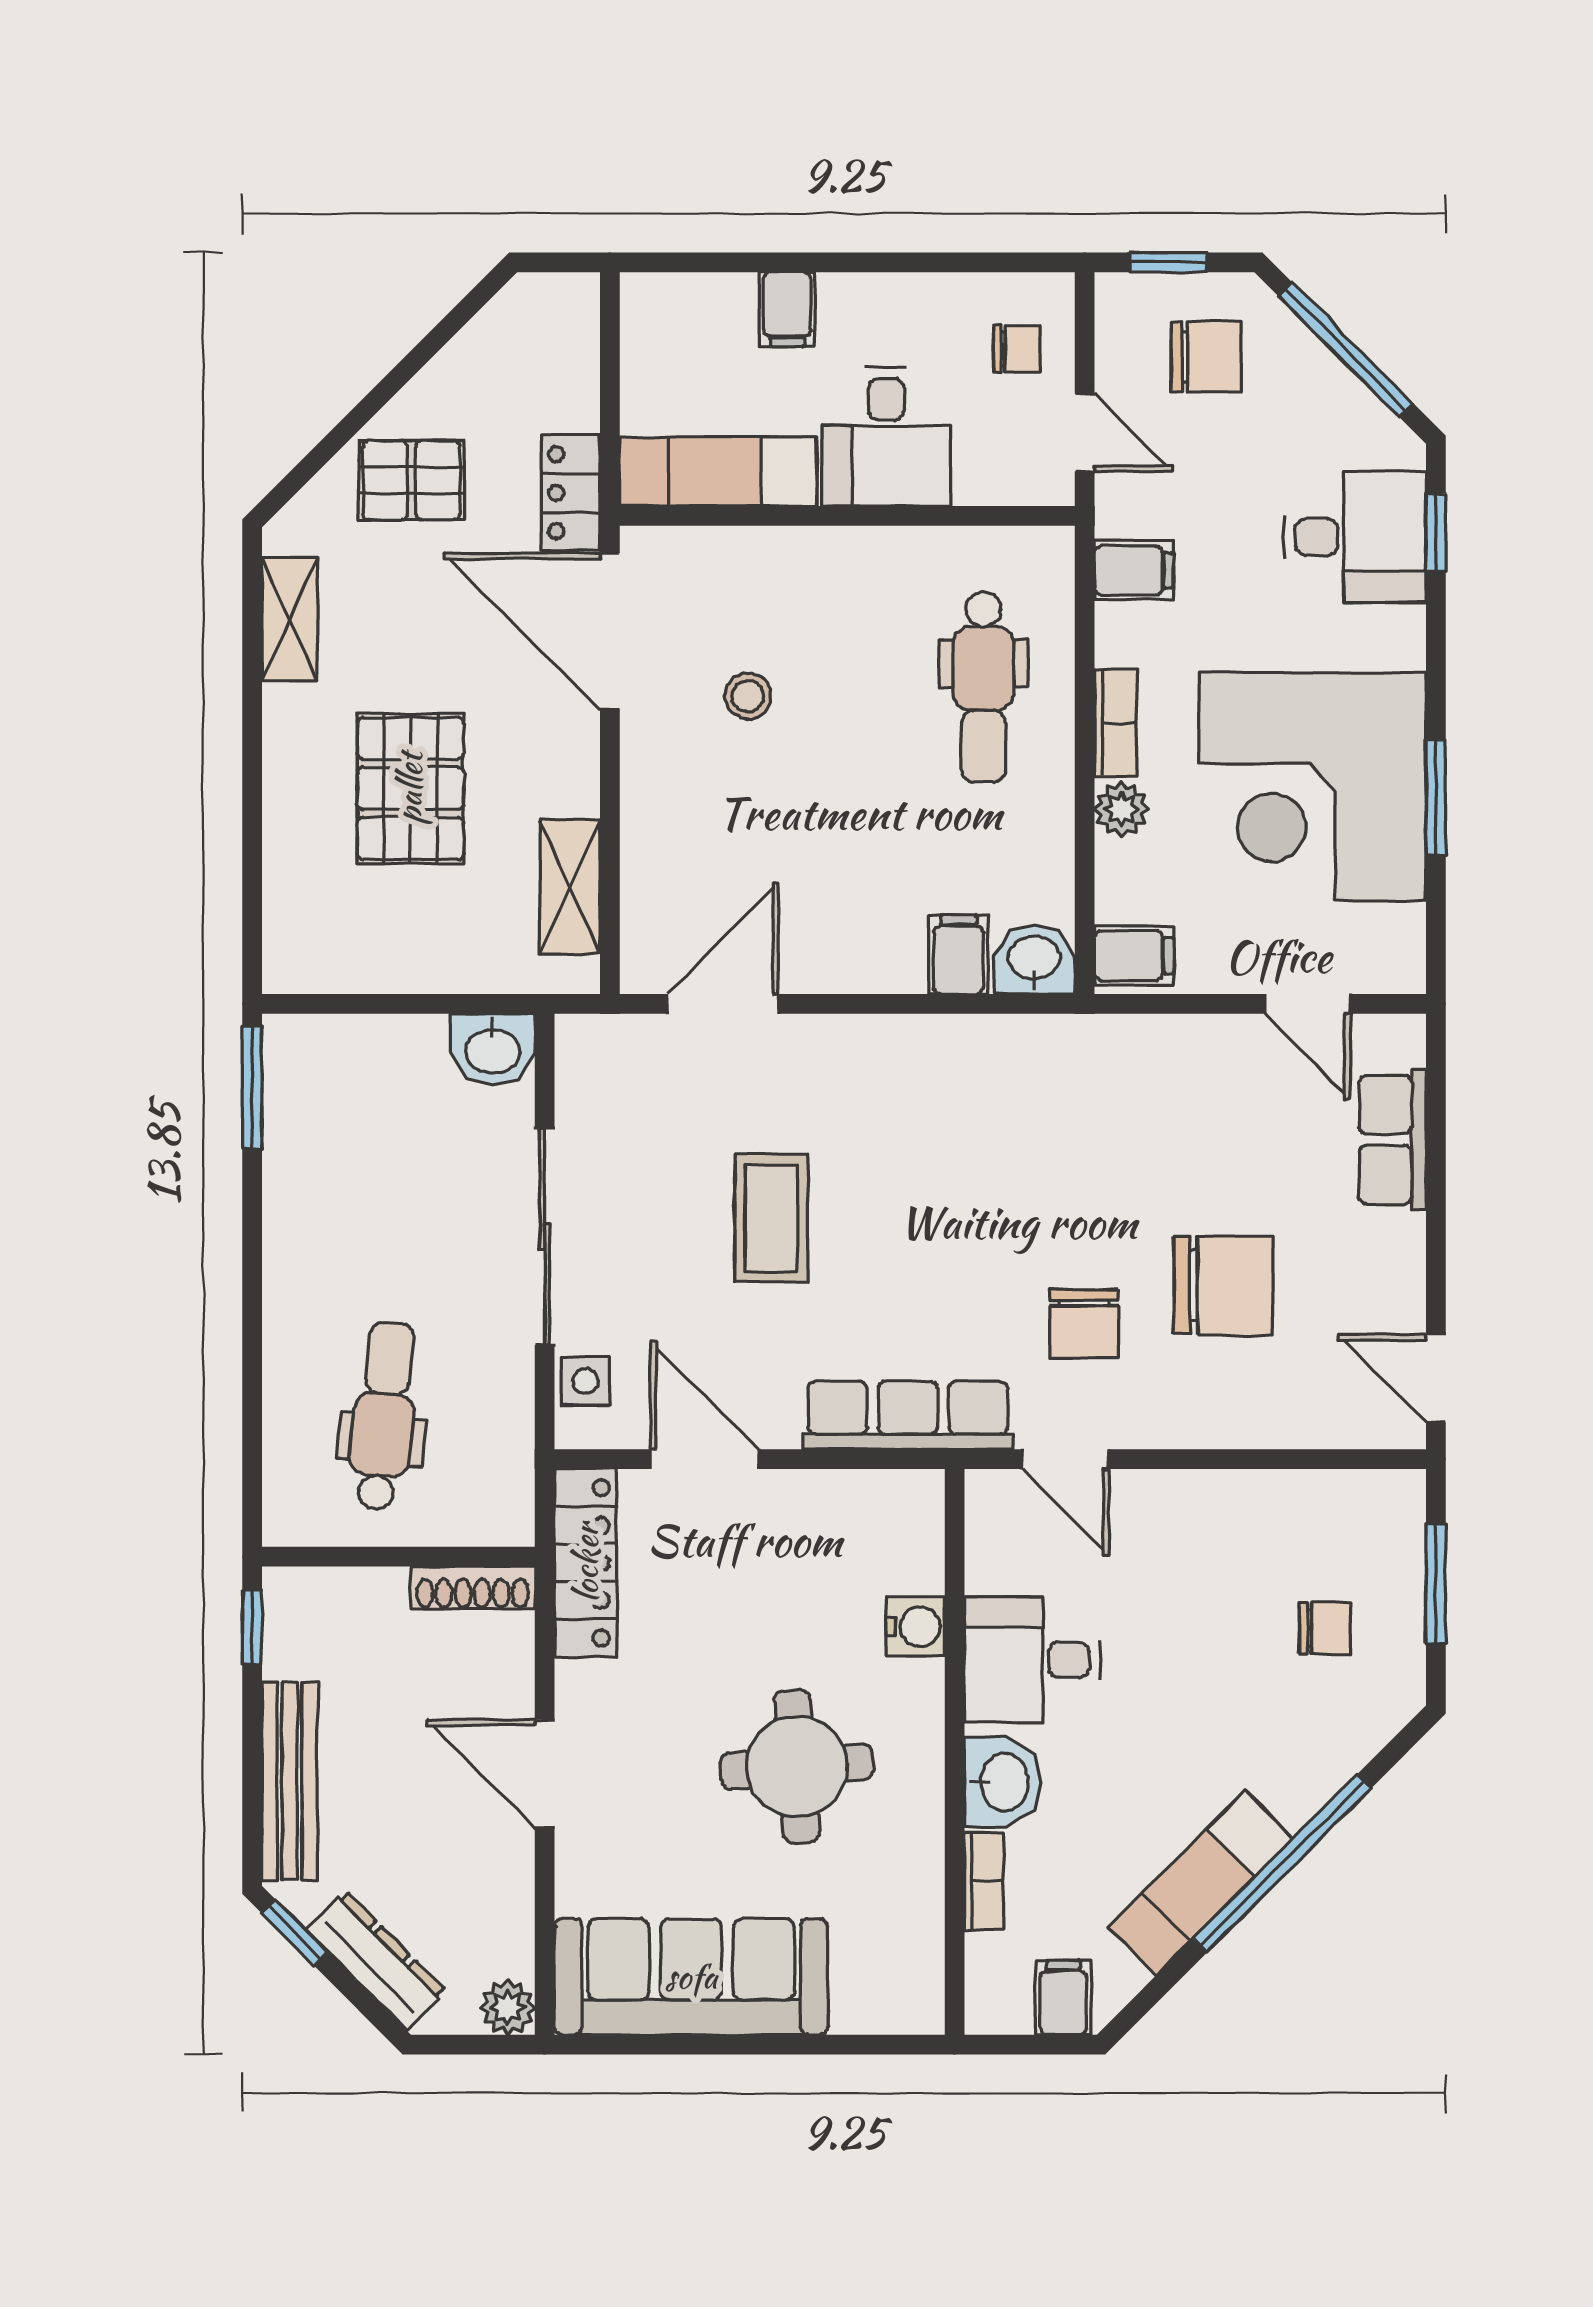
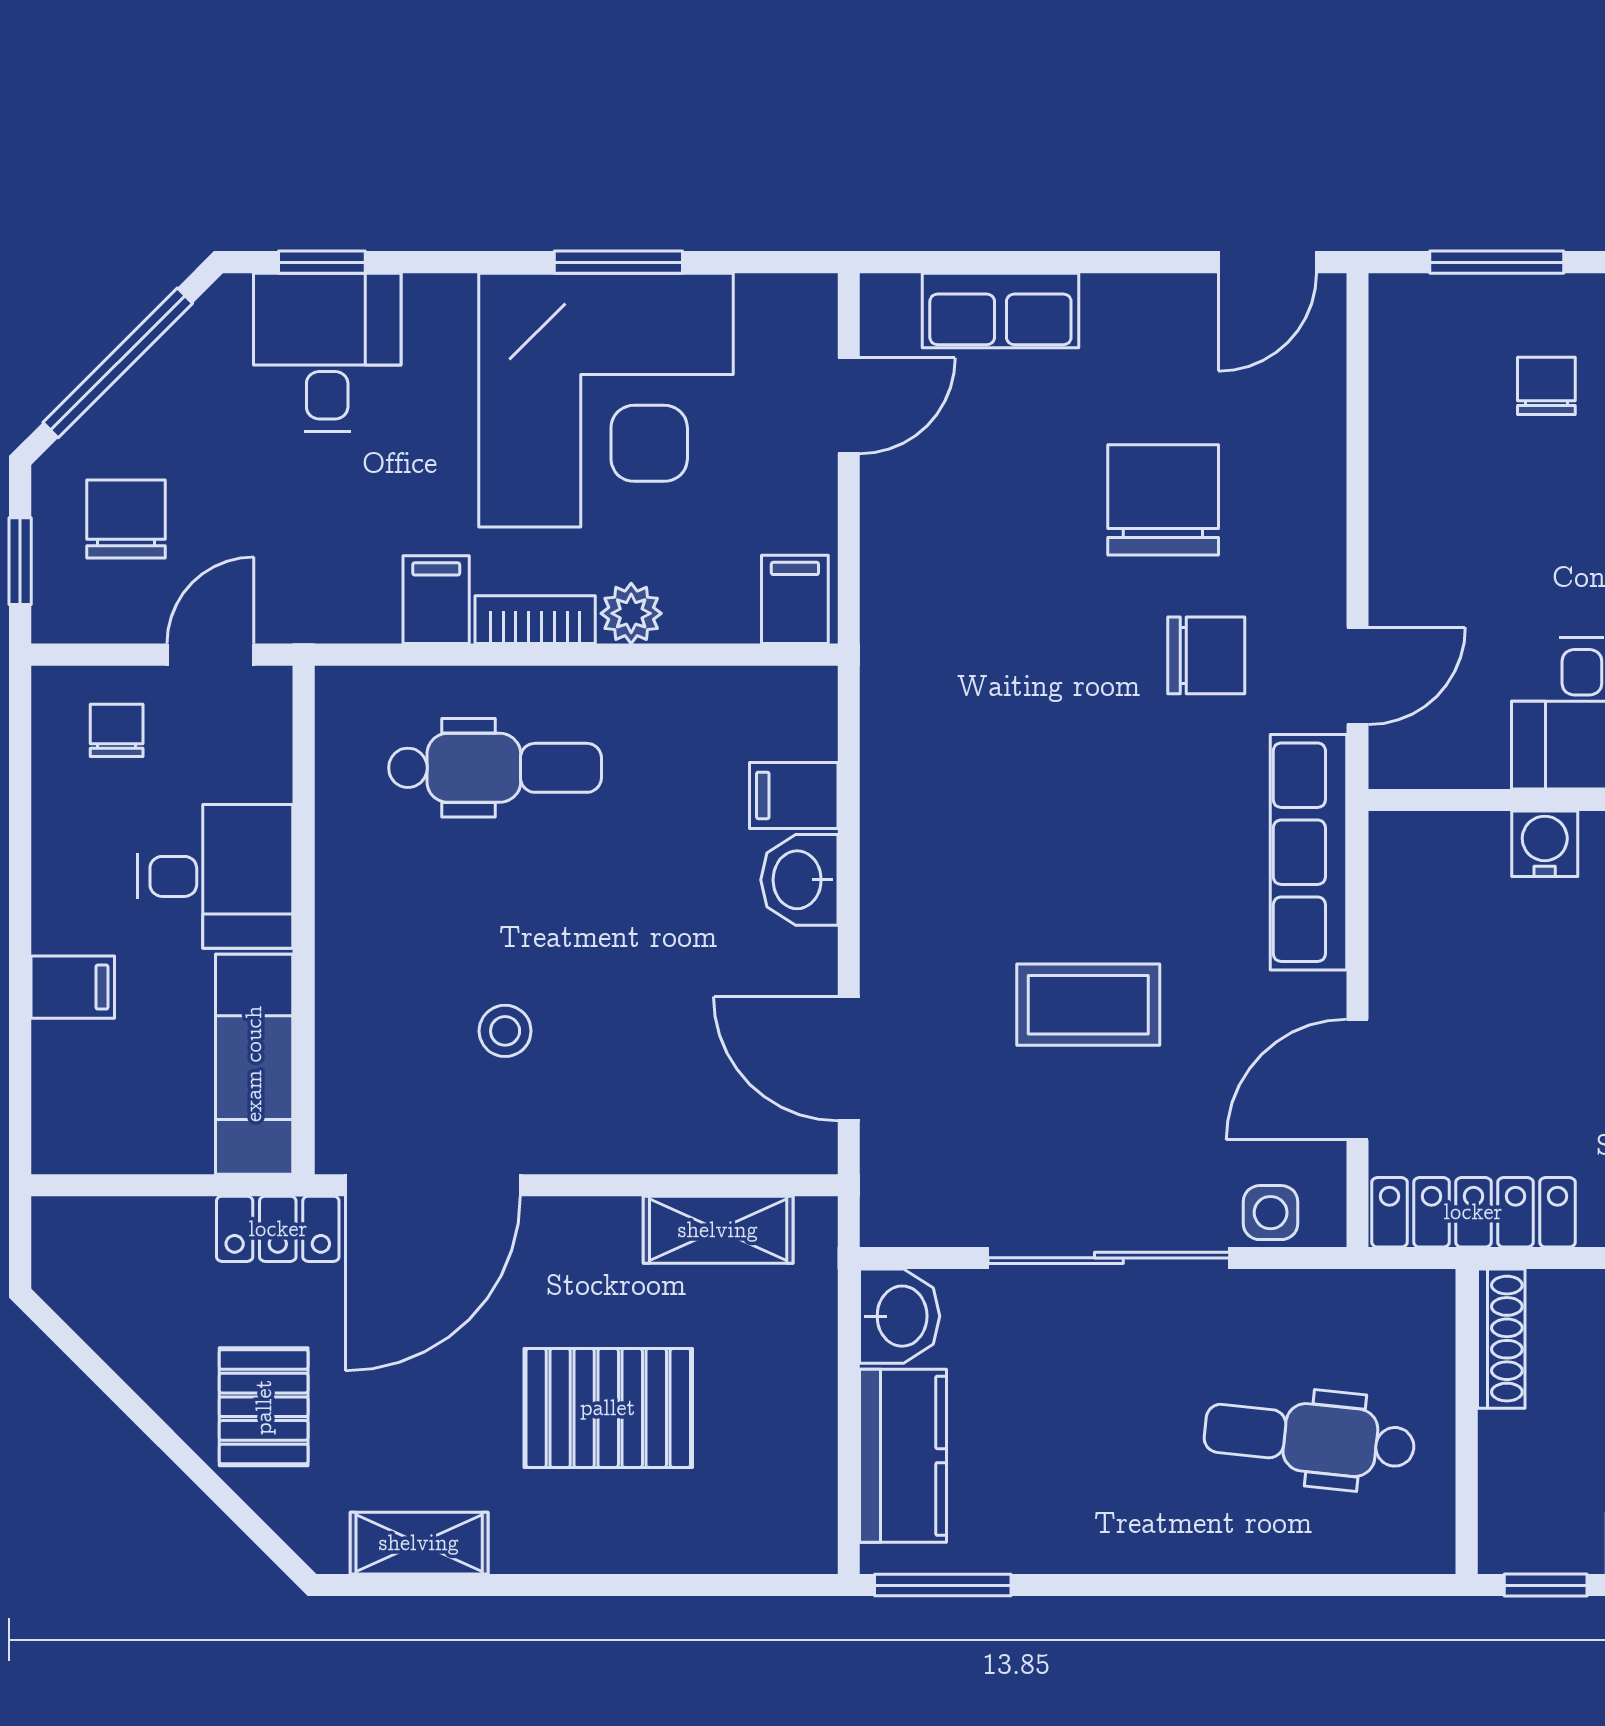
filing cabinet: (1134, 570) -> (436, 600), moved
washbasin: (1034, 960) -> (799, 880), moved
kitchen counter: (368, 1052) -> (903, 1456), added

